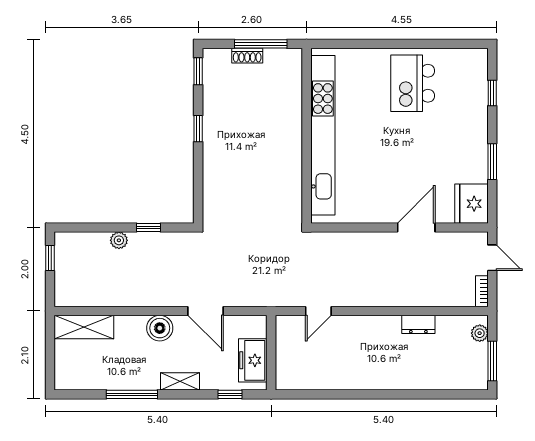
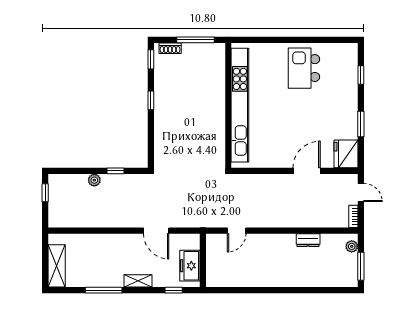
shoe rack: (247, 56) -> (170, 48), moved
shelving: (84, 327) -> (57, 266), moved, turned 90
boiler: (160, 328) -> (123, 243), removed

